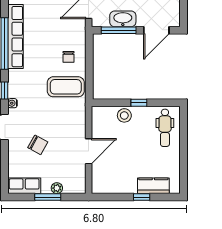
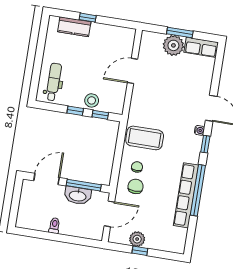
window: (113, 103) -> (100, 115), added
chair: (38, 145) -> (136, 186), moved, turned 61
plant: (57, 188) -> (173, 45), width x1.87, depth x1.87

